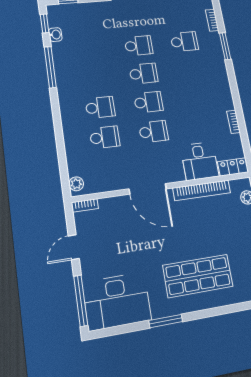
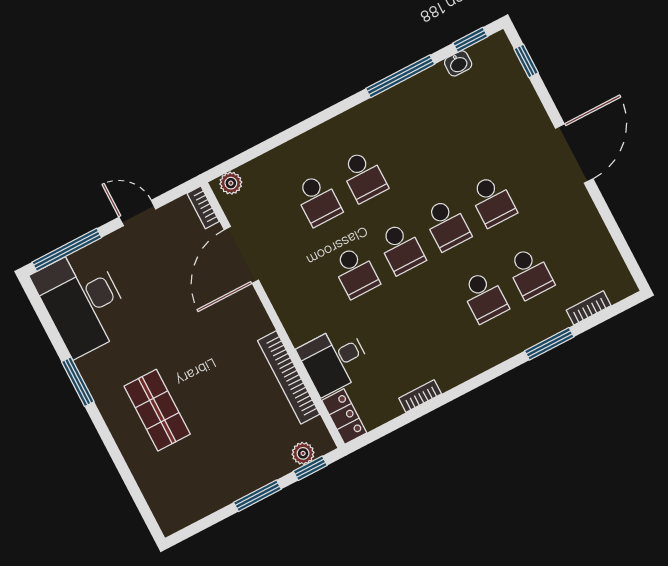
school desk: (190, 69) -> (484, 297), added
door: (148, 189) -> (241, 255), moved
shop shelf: (198, 276) -> (157, 410), width x0.70, depth x0.74

